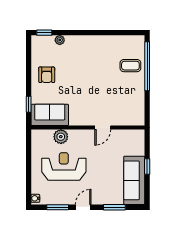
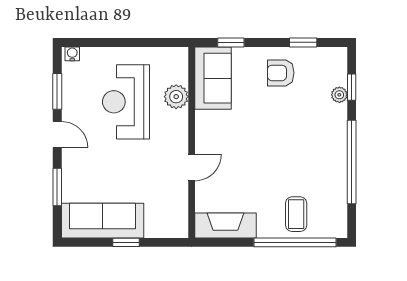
window: (44, 33) -> (352, 87), moved
window: (99, 33) -> (352, 162), added
window: (29, 61) -> (303, 42), added
fireplace: (137, 107) -> (225, 225), added
door: (103, 128) -> (192, 168), swing flipped
reception desk: (64, 166) -> (126, 102), turned 180

